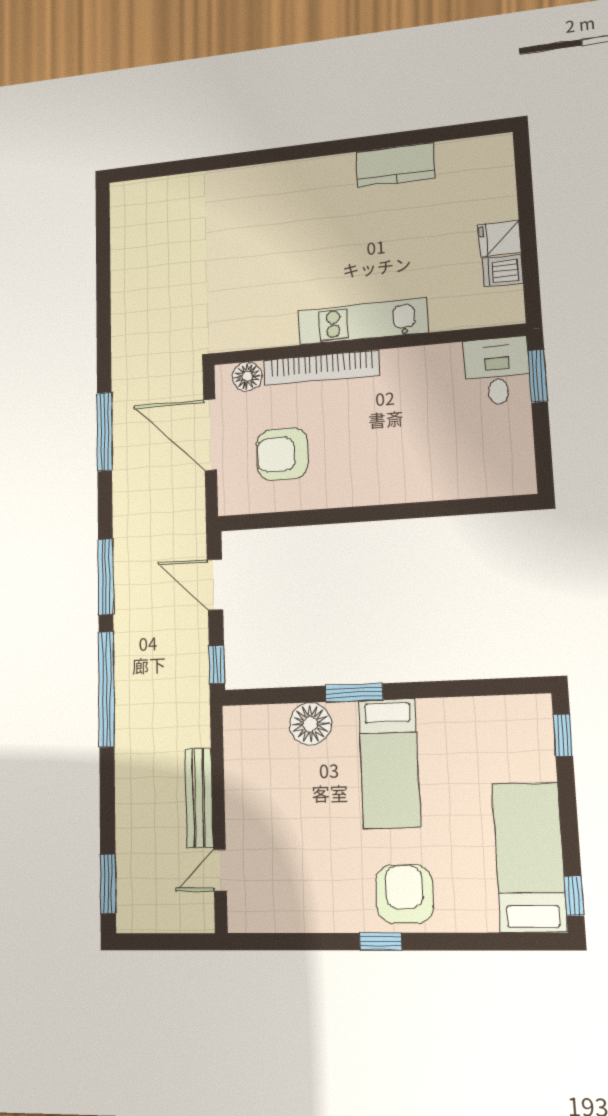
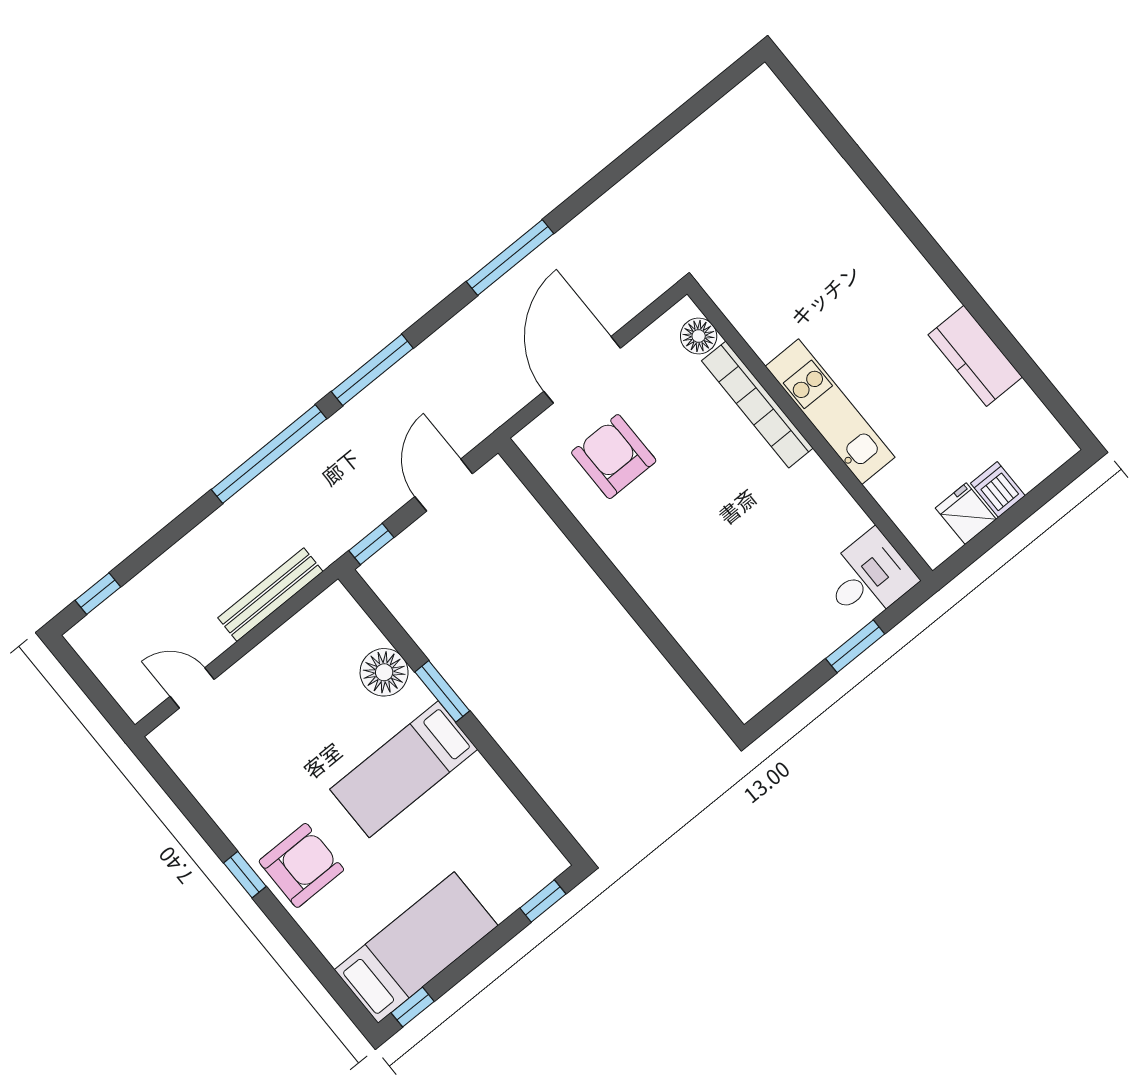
dishwasher: (503, 271) -> (998, 489), moved
kitchen unit: (363, 321) -> (830, 412), moved
wall: (366, 345) -> (810, 432), moved
bookcase: (321, 368) -> (757, 404), moved
desk: (497, 371) -> (868, 577), moved
floor lamp: (247, 376) -> (699, 336), moved
bench: (199, 798) -> (270, 595), moved
window: (108, 884) -> (98, 594), width x0.67

